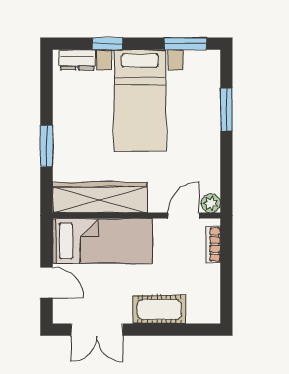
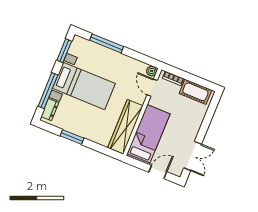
window: (108, 44) -> (48, 91), width x2.17
window: (226, 109) -> (107, 43), width x1.44
window: (47, 146) -> (72, 137), moved
cot: (159, 309) -> (195, 92), moved, turned 90

